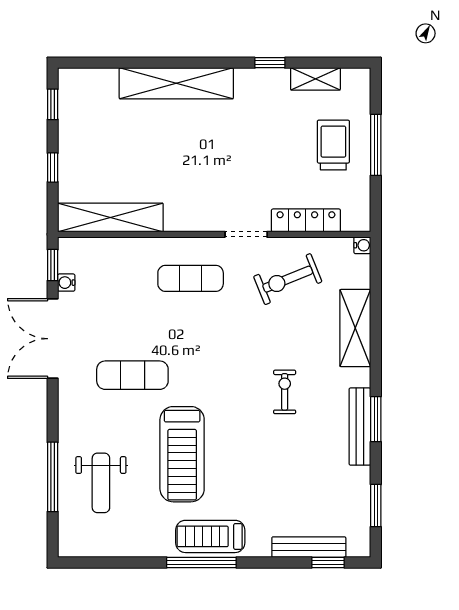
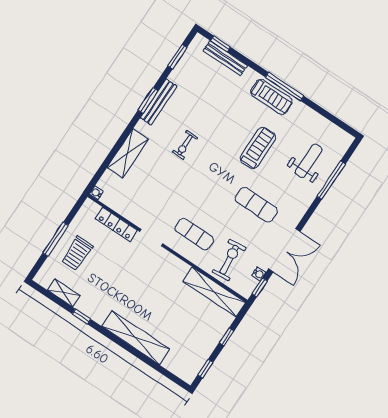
exercise bike: (288, 279) -> (229, 260), moved, turned -74
treadmill: (182, 454) -> (258, 148), width x0.73, depth x0.73

